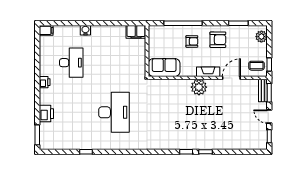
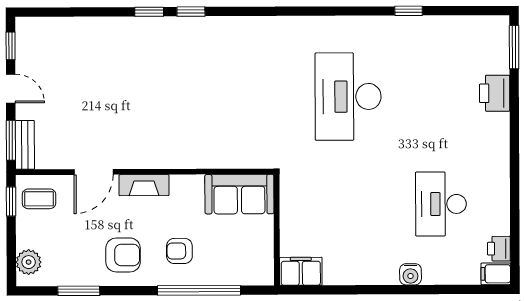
armchair: (218, 40) -> (123, 255), turned 180
printer: (45, 82) -> (499, 249), moved
plant: (199, 87) -> (164, 152), removed

